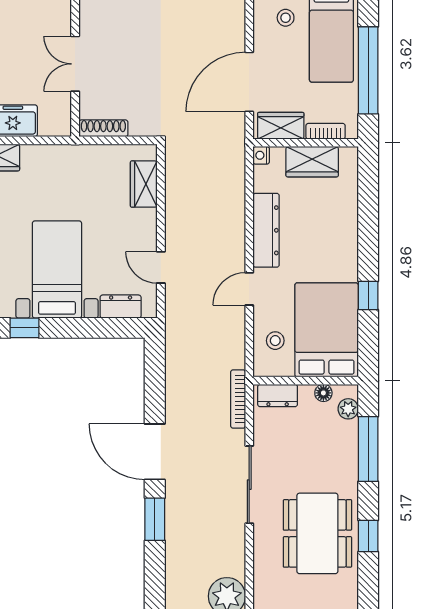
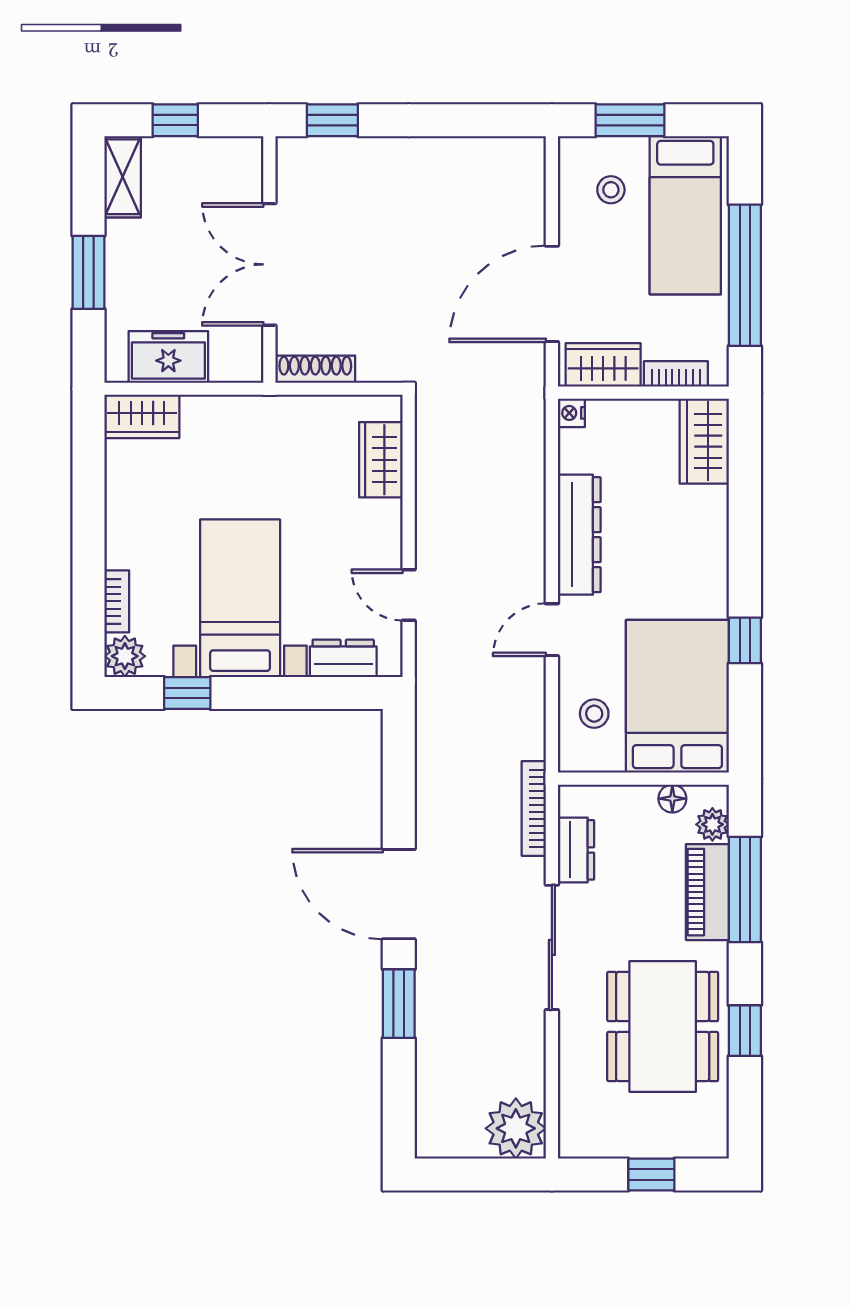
double door: (75, 64) -> (269, 264), width x1.37
wardrobe: (312, 162) -> (704, 441), moved, turned 90
dresser: (278, 396) -> (576, 850), moved, turned -90
piano: (345, 451) -> (707, 892), added

